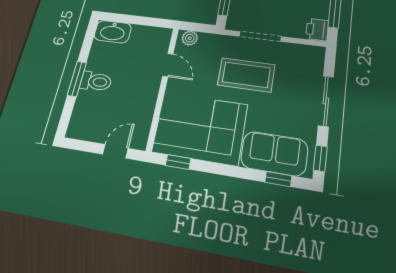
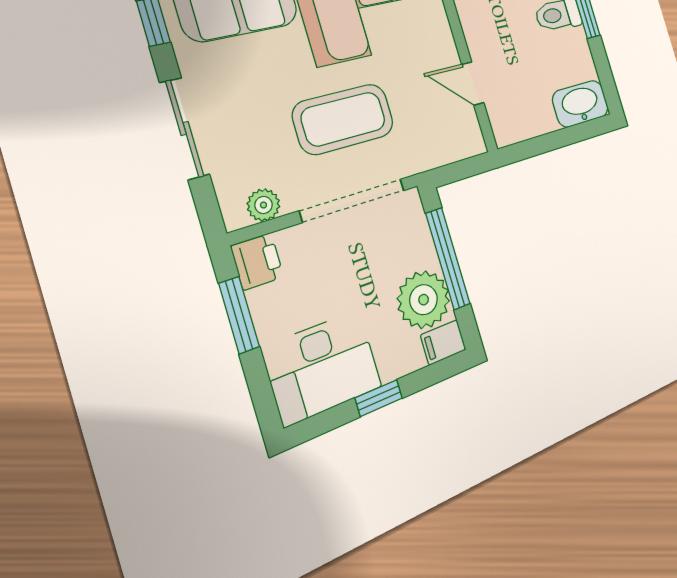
doorway: (260, 36) -> (353, 200), width x1.36
plant: (190, 38) -> (263, 205), moved

